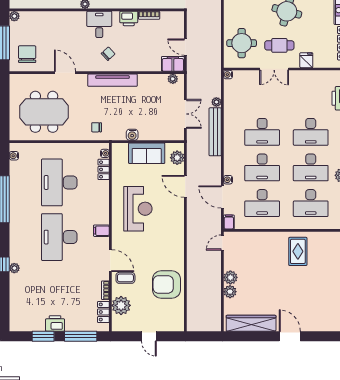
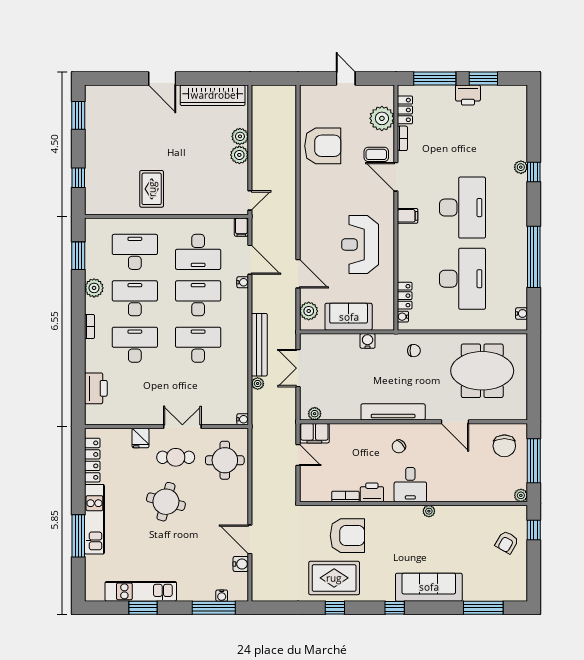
desk: (262, 203) -> (198, 252), turned 180

